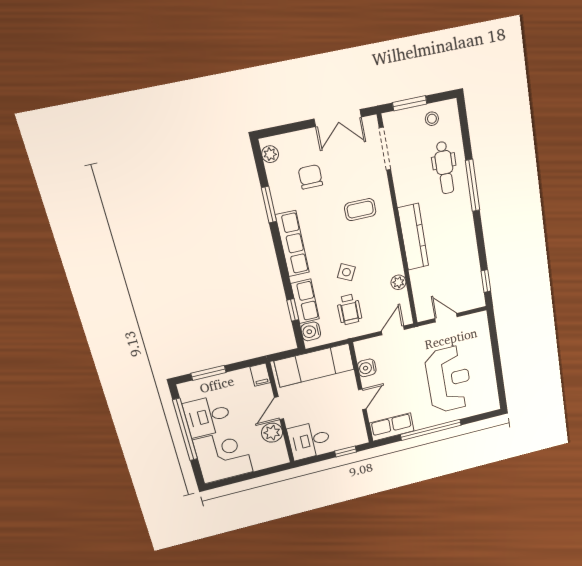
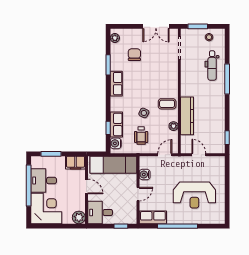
coffee table: (360, 210) -> (167, 104), moved
kitchen counter: (413, 237) -> (187, 116), moved
row of seats: (292, 244) -> (116, 84), width x0.68
filing cabinet: (260, 375) -> (75, 163), width x2.00
reception desk: (449, 379) -> (194, 195), turned 90
door: (279, 408) -> (87, 187), swing flipped
plant: (272, 433) -> (79, 217), moved

